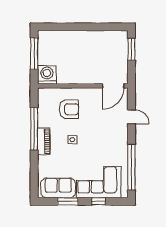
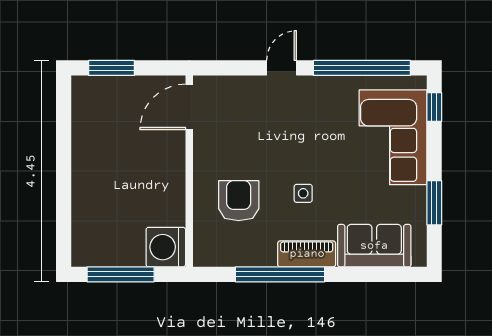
door: (113, 86) -> (189, 107), swing flipped
door: (131, 117) -> (282, 68), moved
sofa: (58, 188) -> (374, 246), moved, turned 90
window: (99, 201) -> (434, 107), moved

